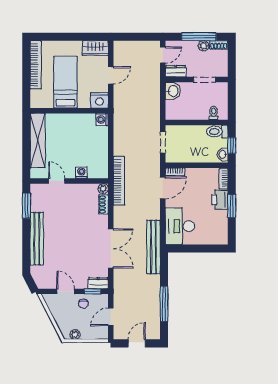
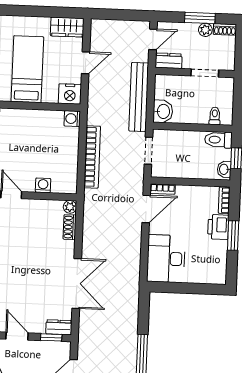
window: (199, 37) -> (200, 18), width x0.69
washbasin: (173, 91) -> (163, 111), moved
bookcase: (119, 181) -> (92, 157), moved
bench: (153, 247) -> (139, 97), moved
chair: (83, 304) -> (39, 353), removed

